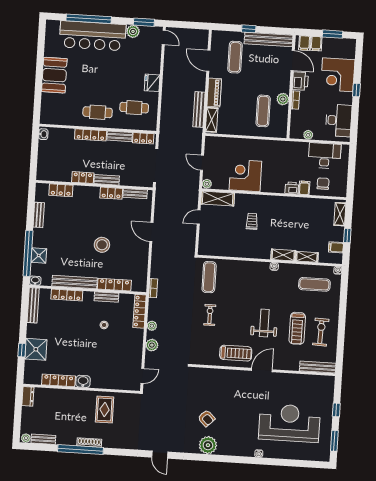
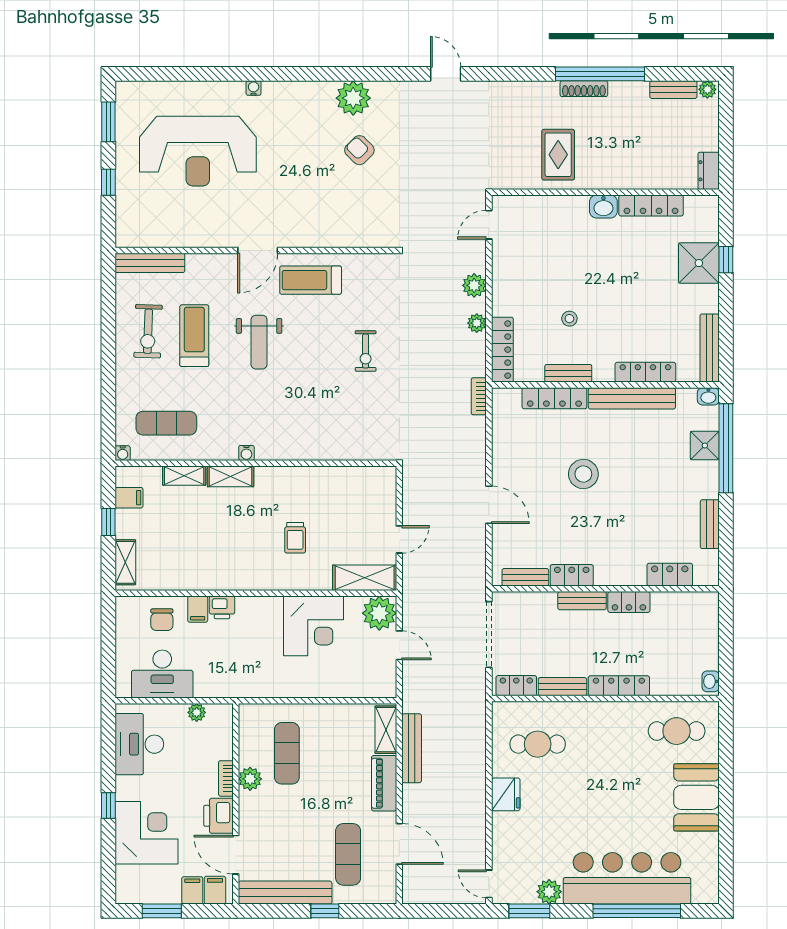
cafe table: (98, 112) -> (677, 731), moved
plant: (207, 184) -> (379, 613), width x1.88, depth x1.88
exercise mat: (209, 277) -> (372, 424), removed

